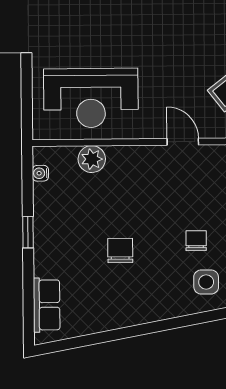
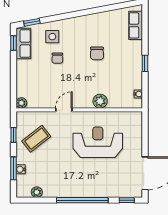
reception desk: (91, 98) -> (98, 142), moved
door: (183, 142) -> (64, 110), swing flipped
plant: (92, 159) -> (100, 101), moved

